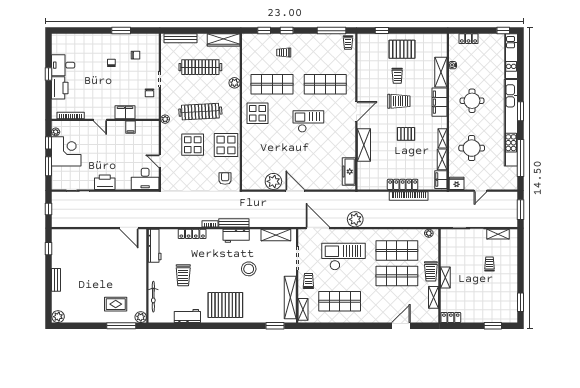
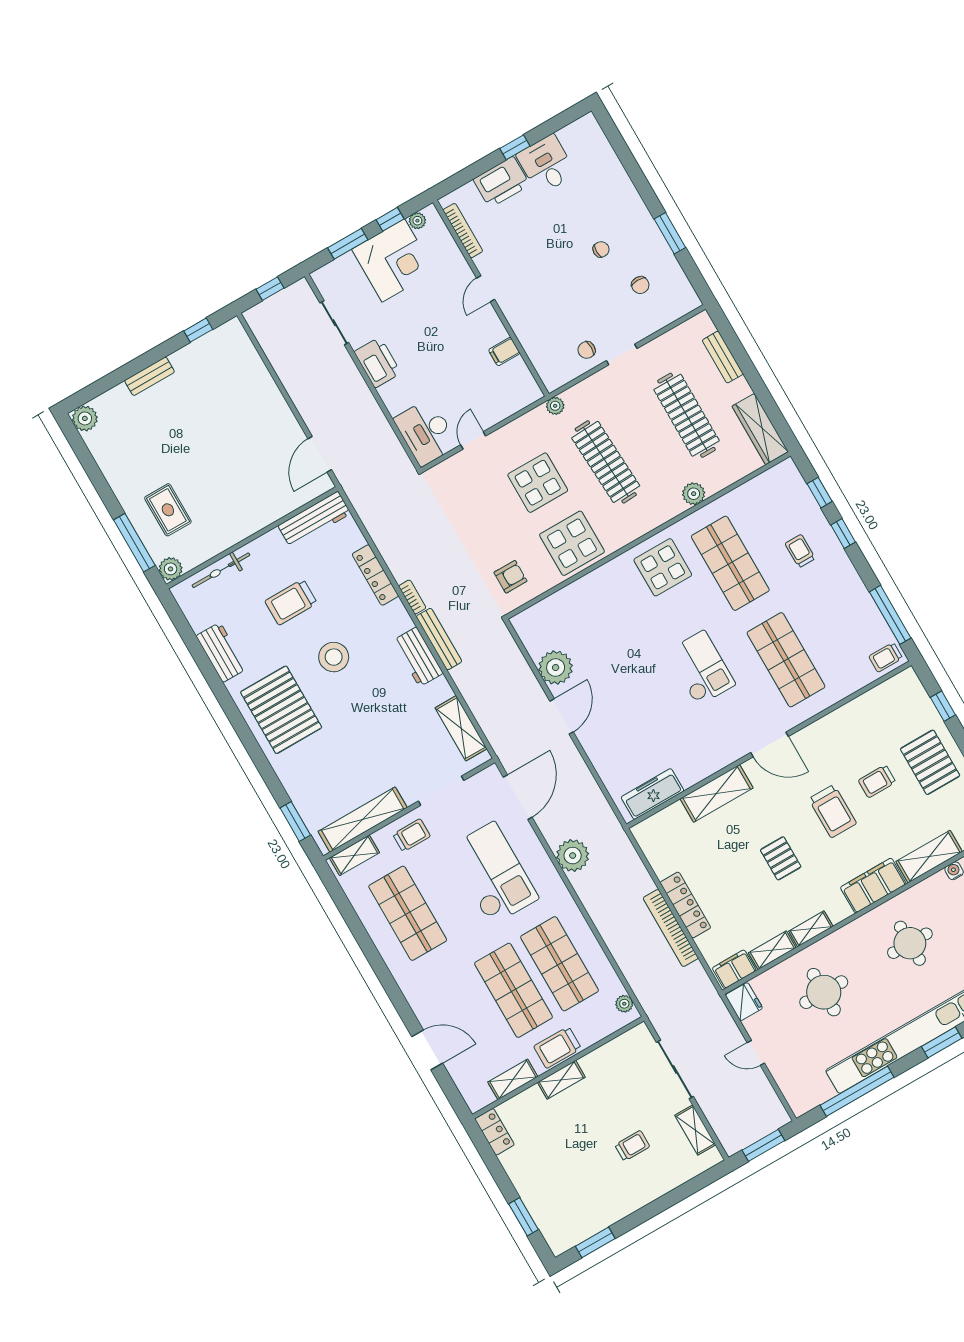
bench: (181, 38) -> (723, 357), width x0.73
filing cabinet: (125, 112) -> (526, 326), removed
stool: (249, 269) -> (334, 657), moved

